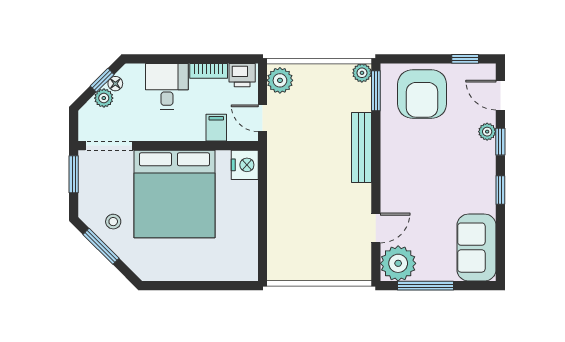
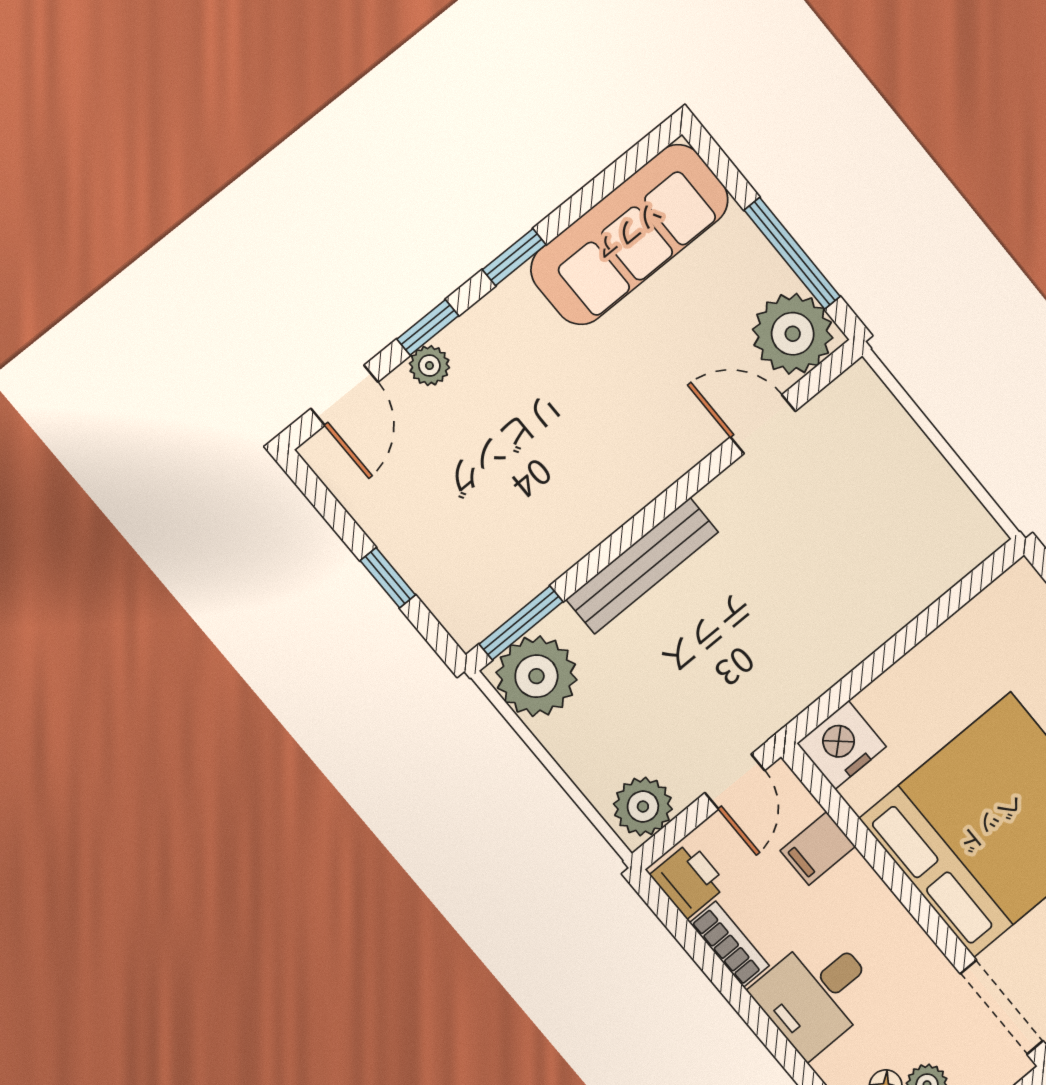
window: (465, 59) -> (388, 578), moved
plant: (362, 73) -> (536, 676), width x1.88, depth x1.88
armchair: (422, 94) -> (459, 537), removed
sofa: (476, 248) -> (630, 234), width x1.36

